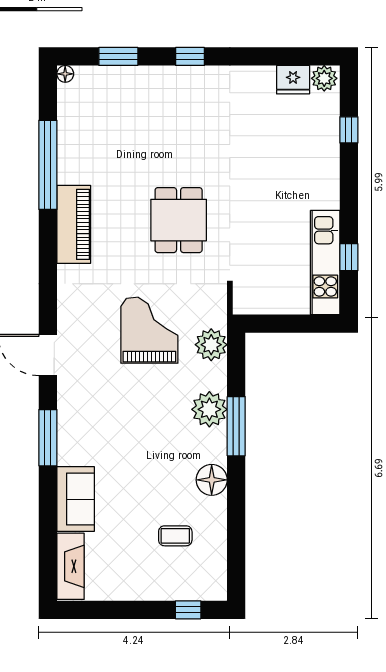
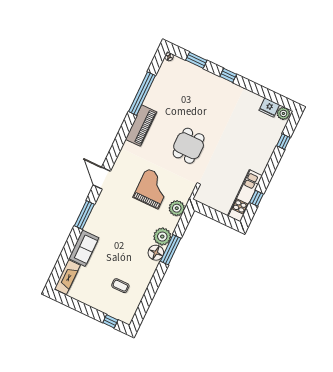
floor lamp: (212, 480) -> (156, 253), moved

